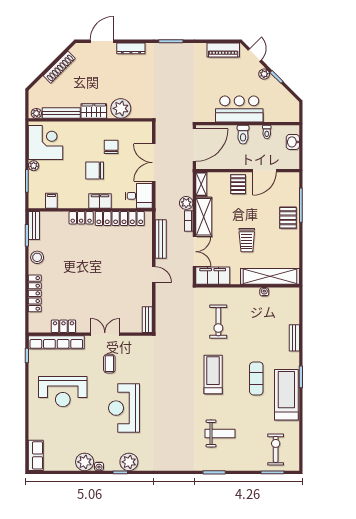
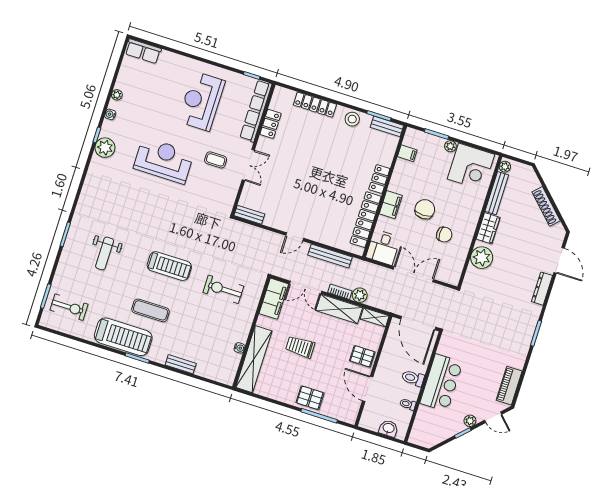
plant: (85, 462) -> (117, 95), width x0.53, depth x0.53

